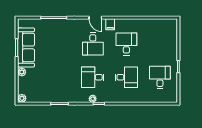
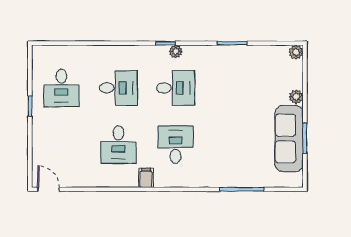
door: (95, 18) -> (49, 189), moved
desk: (126, 77) -> (118, 88), turned 180

